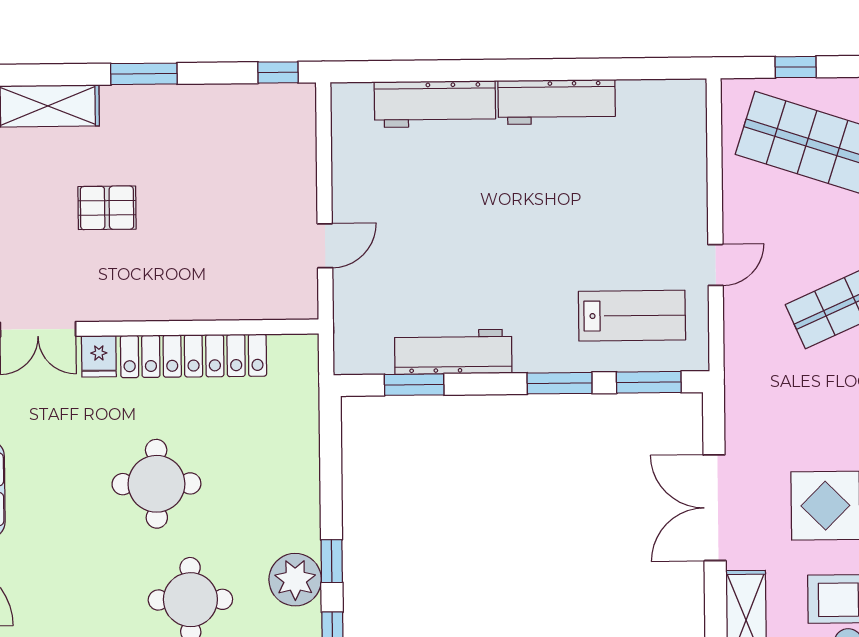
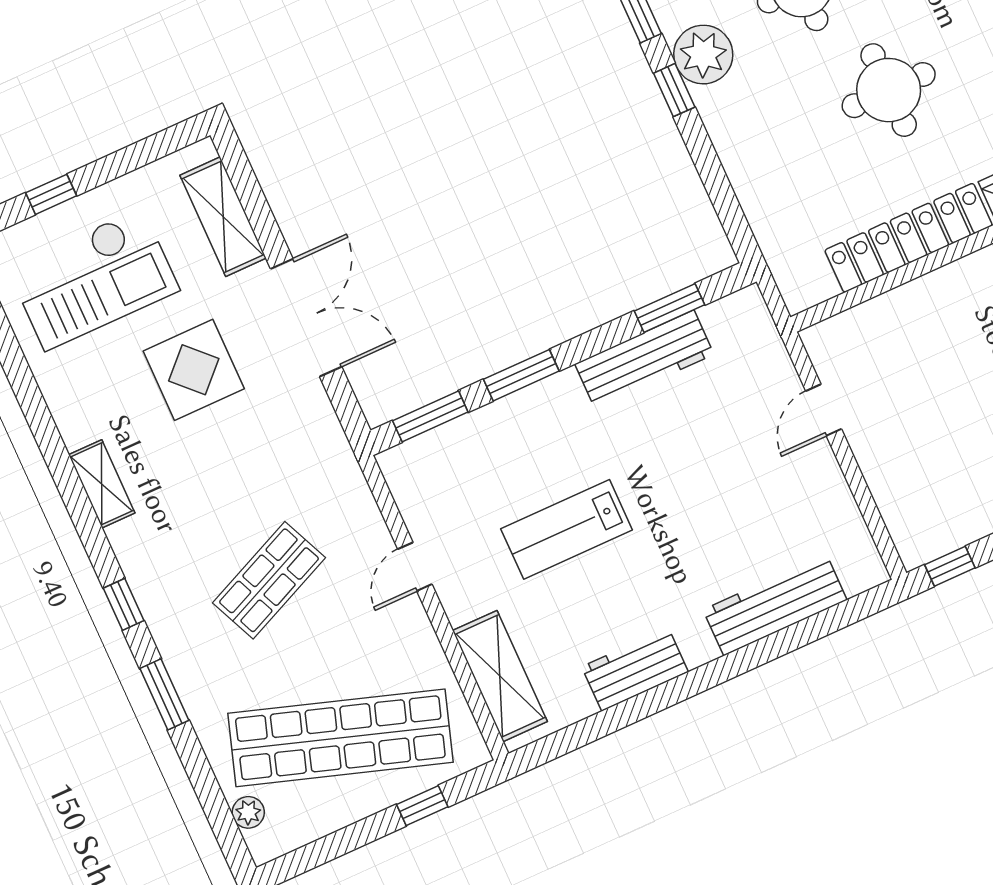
workbench: (557, 102) -> (635, 669), width x0.73
shelving: (685, 145) -> (500, 676), added
lab bench: (632, 316) -> (567, 529), moved

